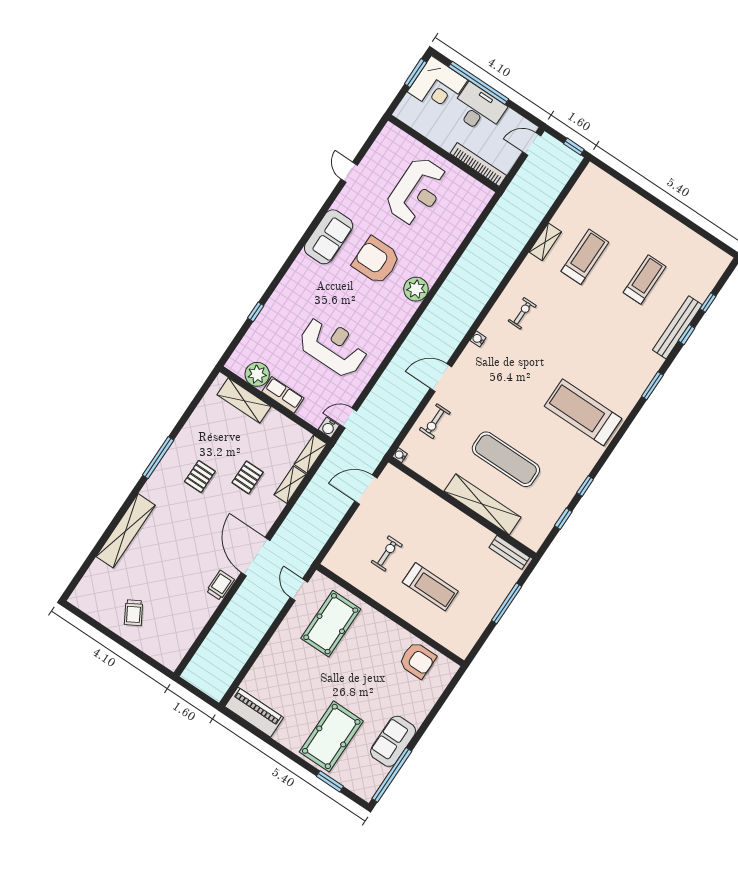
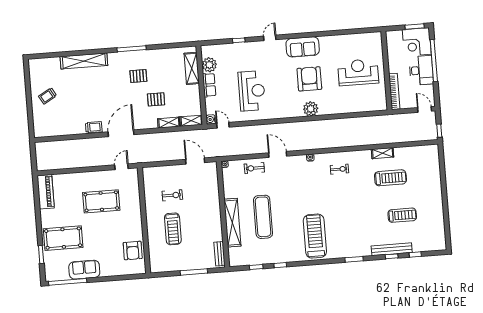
door: (349, 172) -> (270, 38), moved
reception desk: (417, 191) -> (358, 72), turned 180
pool table: (331, 624) -> (101, 201), moved

